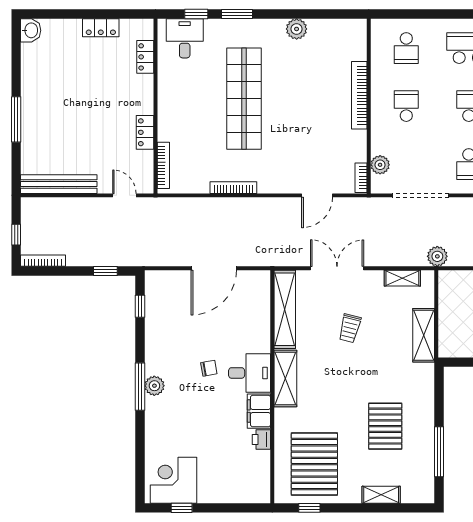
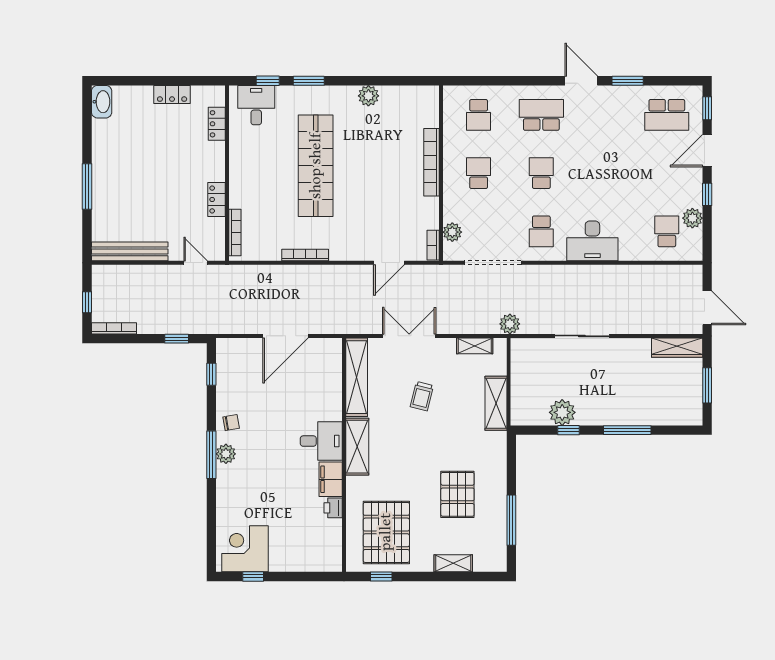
washbasin: (31, 30) -> (102, 102), width x1.38
chair: (209, 368) -> (231, 423), moved

